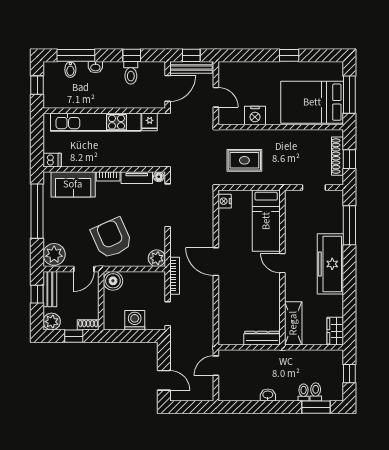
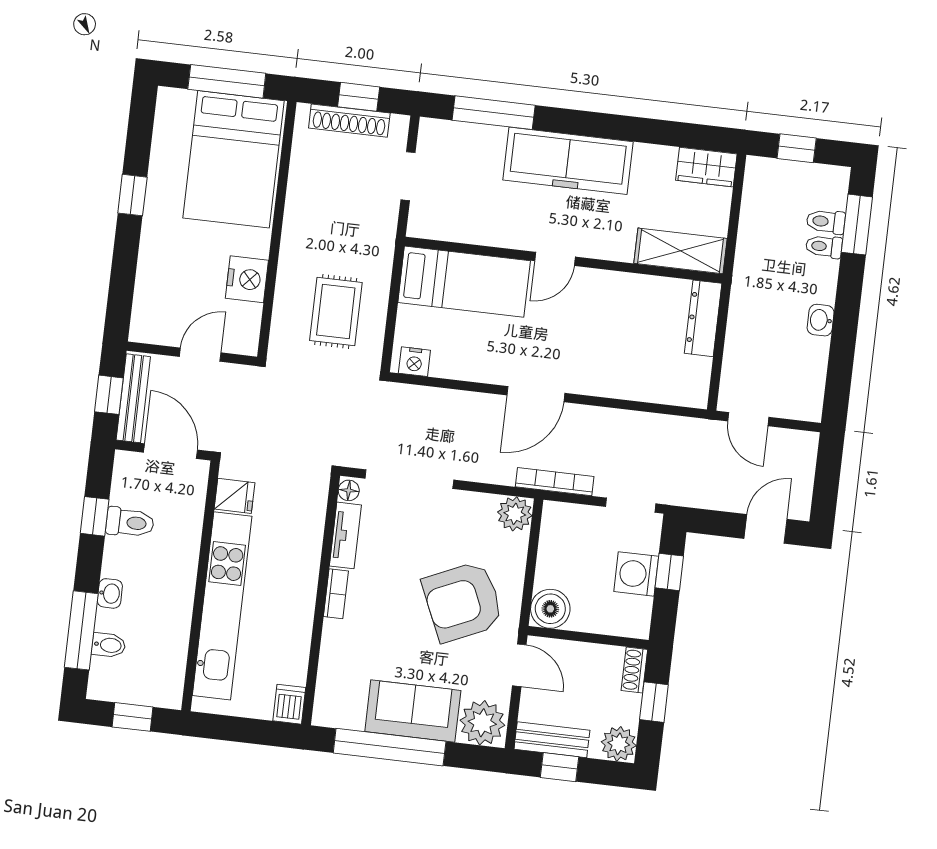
sofa: (73, 184) -> (413, 711), moved, turned -90
window: (138, 336) -> (669, 572), added

